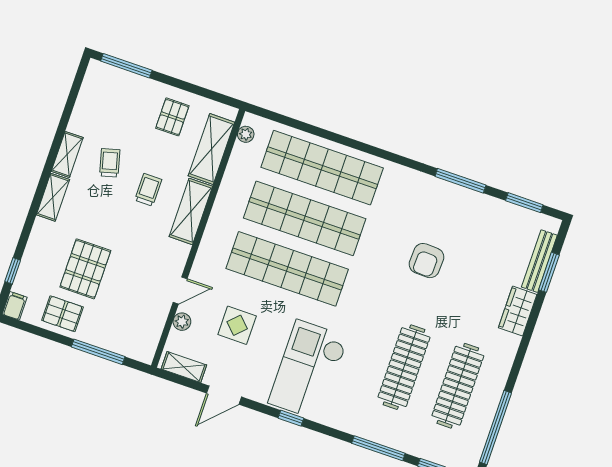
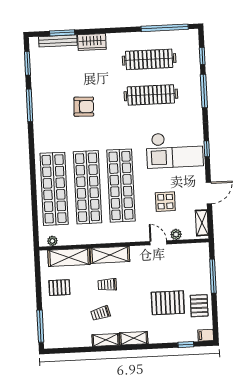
door: (224, 395) -> (209, 193), hinge flipped

